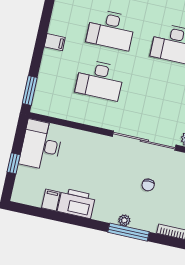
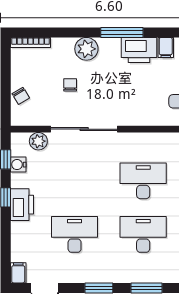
plant: (124, 220) -> (86, 49), width x1.87, depth x1.87
window: (128, 232) -> (122, 32), moved

